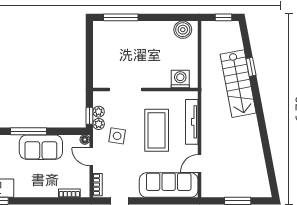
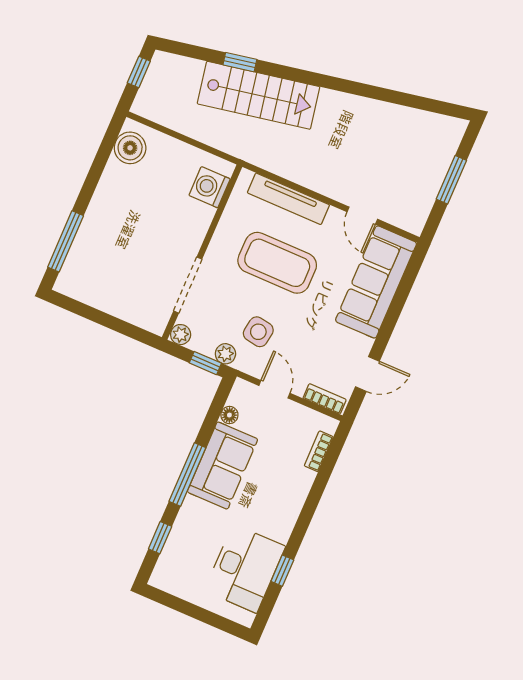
plant: (99, 112) -> (181, 335), moved
floor lamp: (85, 140) -> (229, 415), moved
door: (91, 157) -> (274, 389), swing flipped

